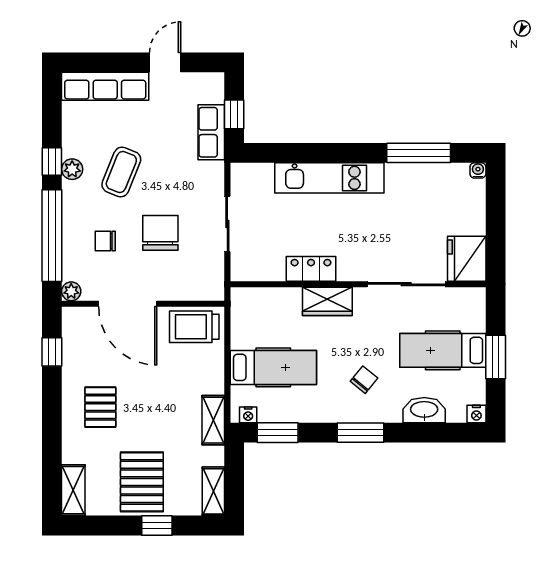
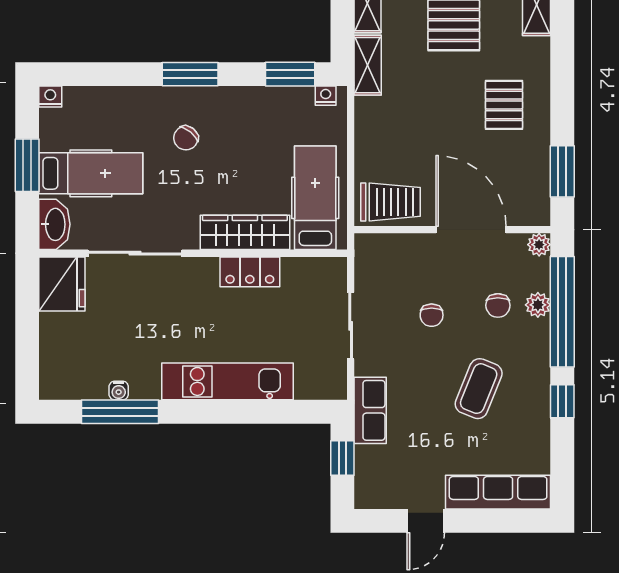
row of seats: (211, 132) -> (370, 410), moved
plant: (72, 169) -> (538, 305), moved
water cooler: (478, 170) -> (119, 391), moved
chair: (160, 233) -> (432, 315), width x0.54, depth x0.54
chair: (105, 241) -> (498, 305), turned 90
wardrobe: (327, 301) -> (245, 232), width x1.50
window: (52, 352) -> (562, 171), width x1.50
hospital bed: (273, 367) -> (315, 198), moved, turned 90
washbasin: (424, 410) -> (54, 224), moved, turned -90
shelving: (213, 420) -> (368, 65), moved

